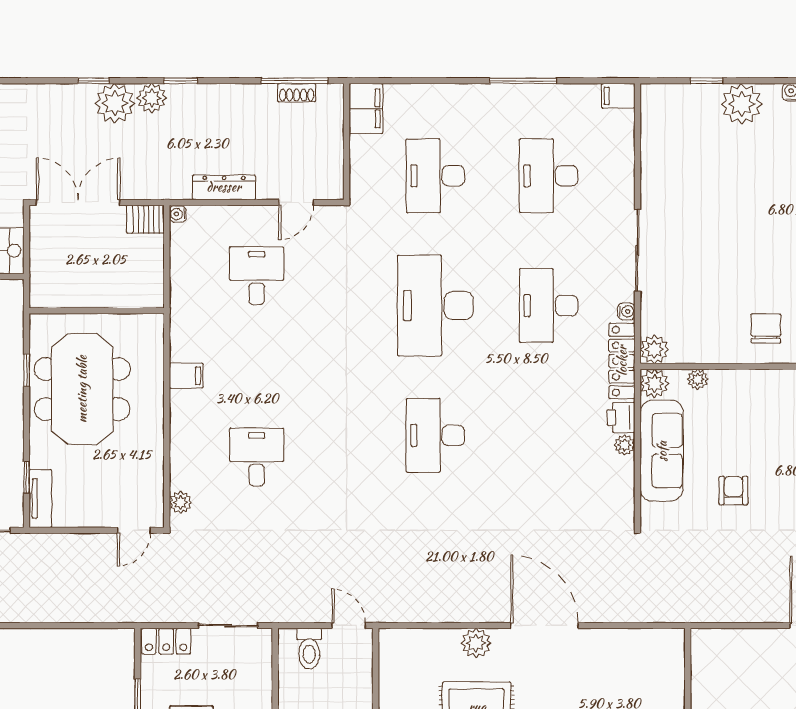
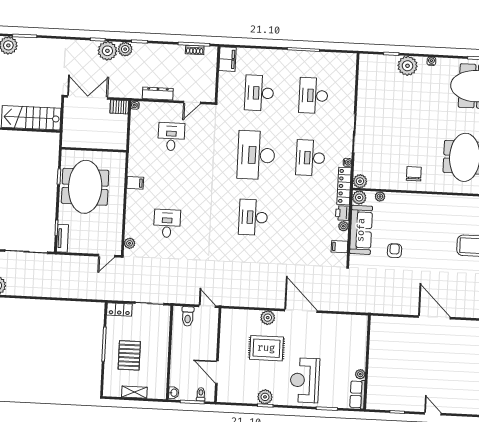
filing cabinet: (618, 96) -> (339, 247), moved

